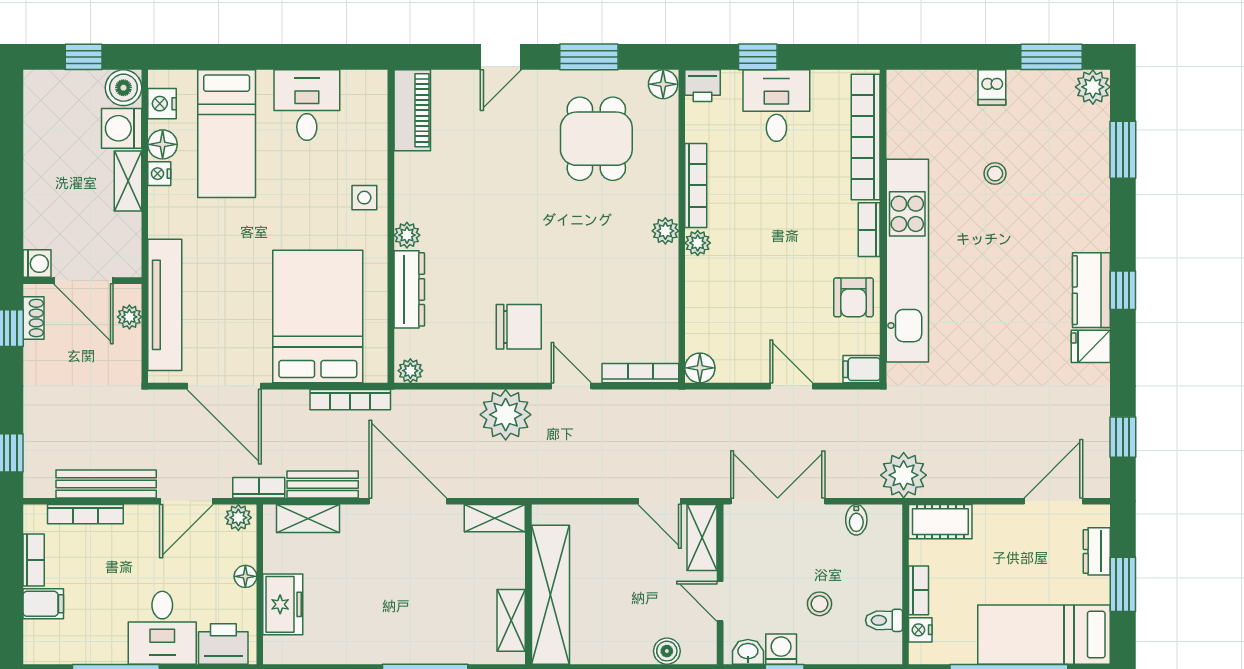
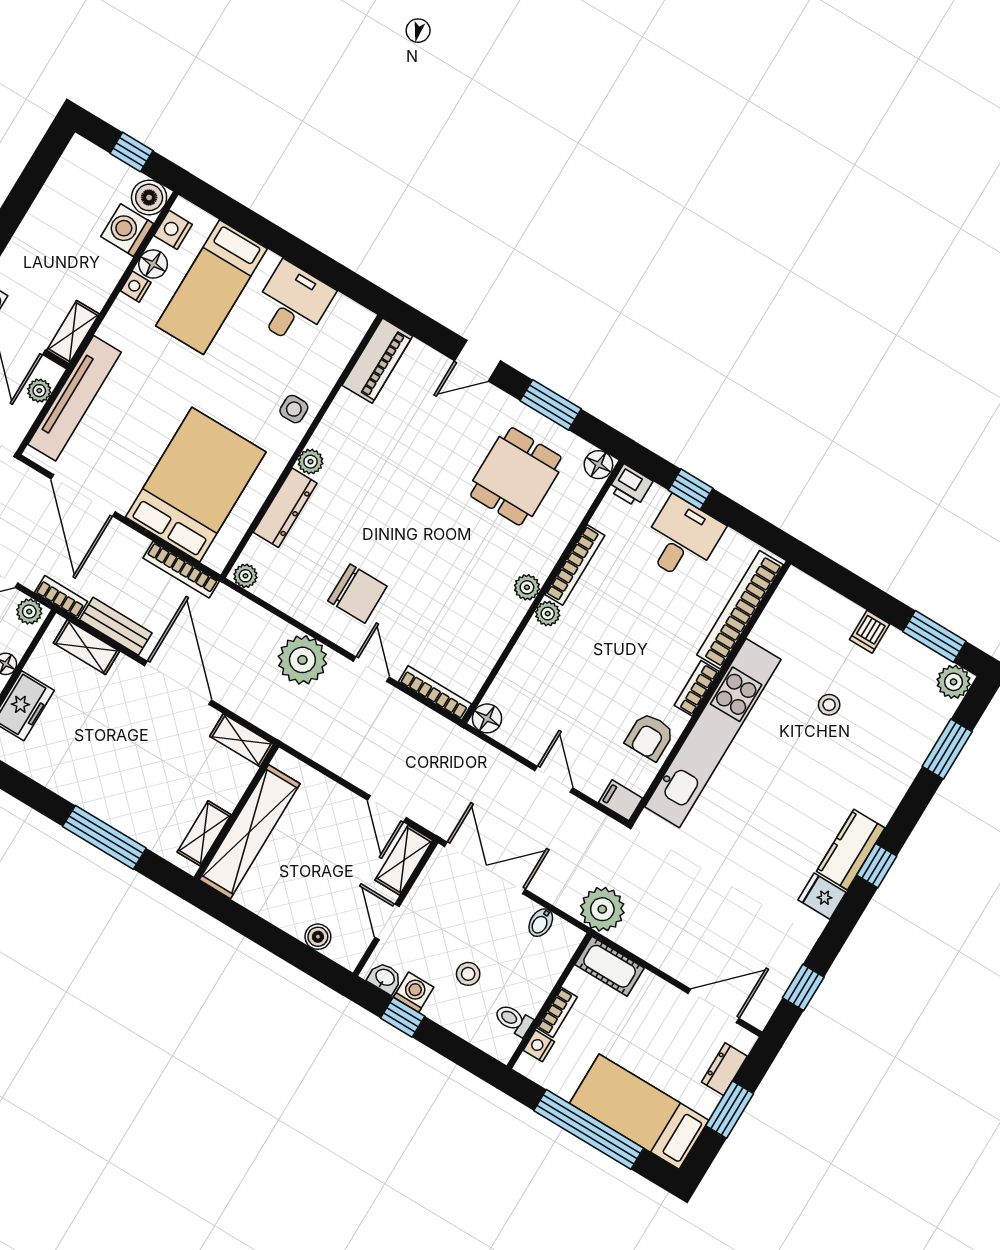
shelving: (128, 181) -> (73, 332), moved

